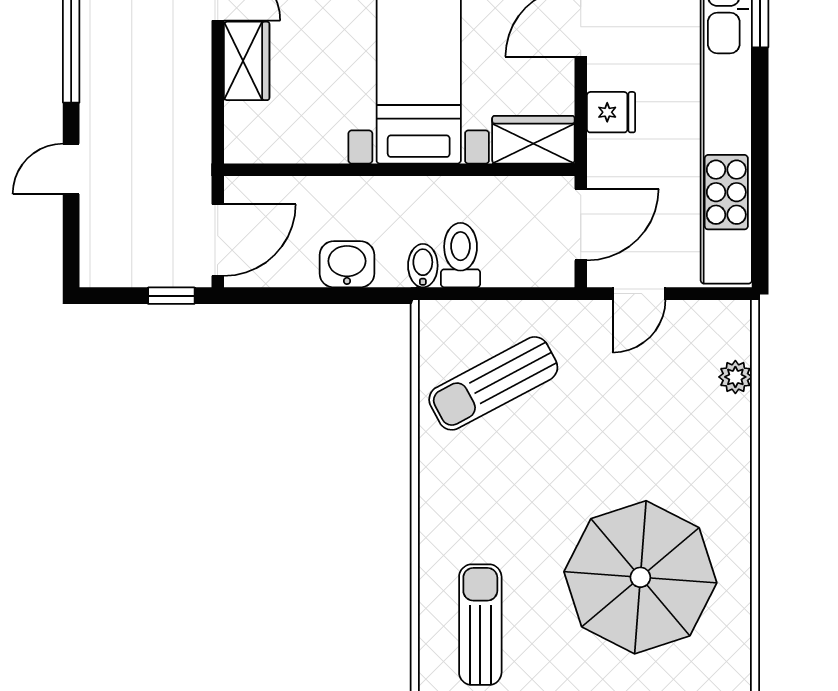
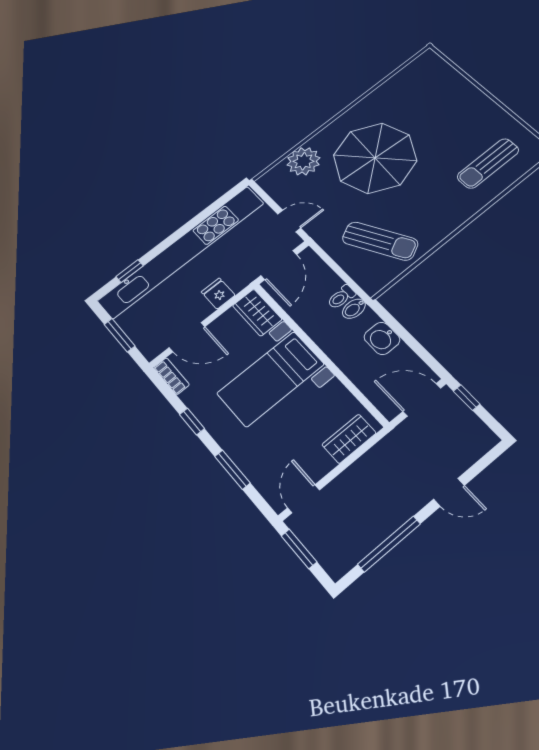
wardrobe: (247, 61) -> (349, 439), moved
door: (581, 225) -> (279, 265), swing flipped
toilet: (461, 255) -> (341, 297), width x0.73, depth x0.72
plant: (735, 377) -> (304, 161), width x1.87, depth x1.87
parasol: (640, 577) -> (375, 158), moved

